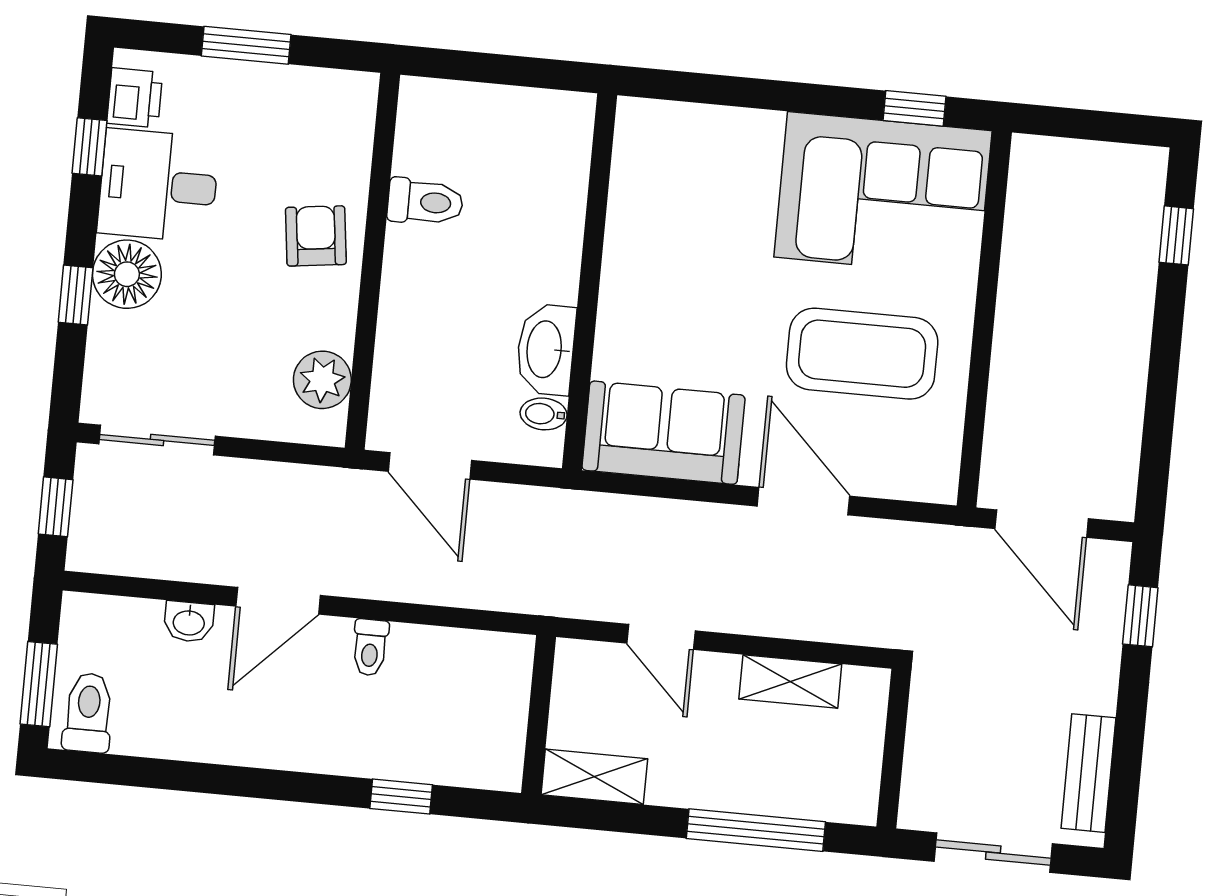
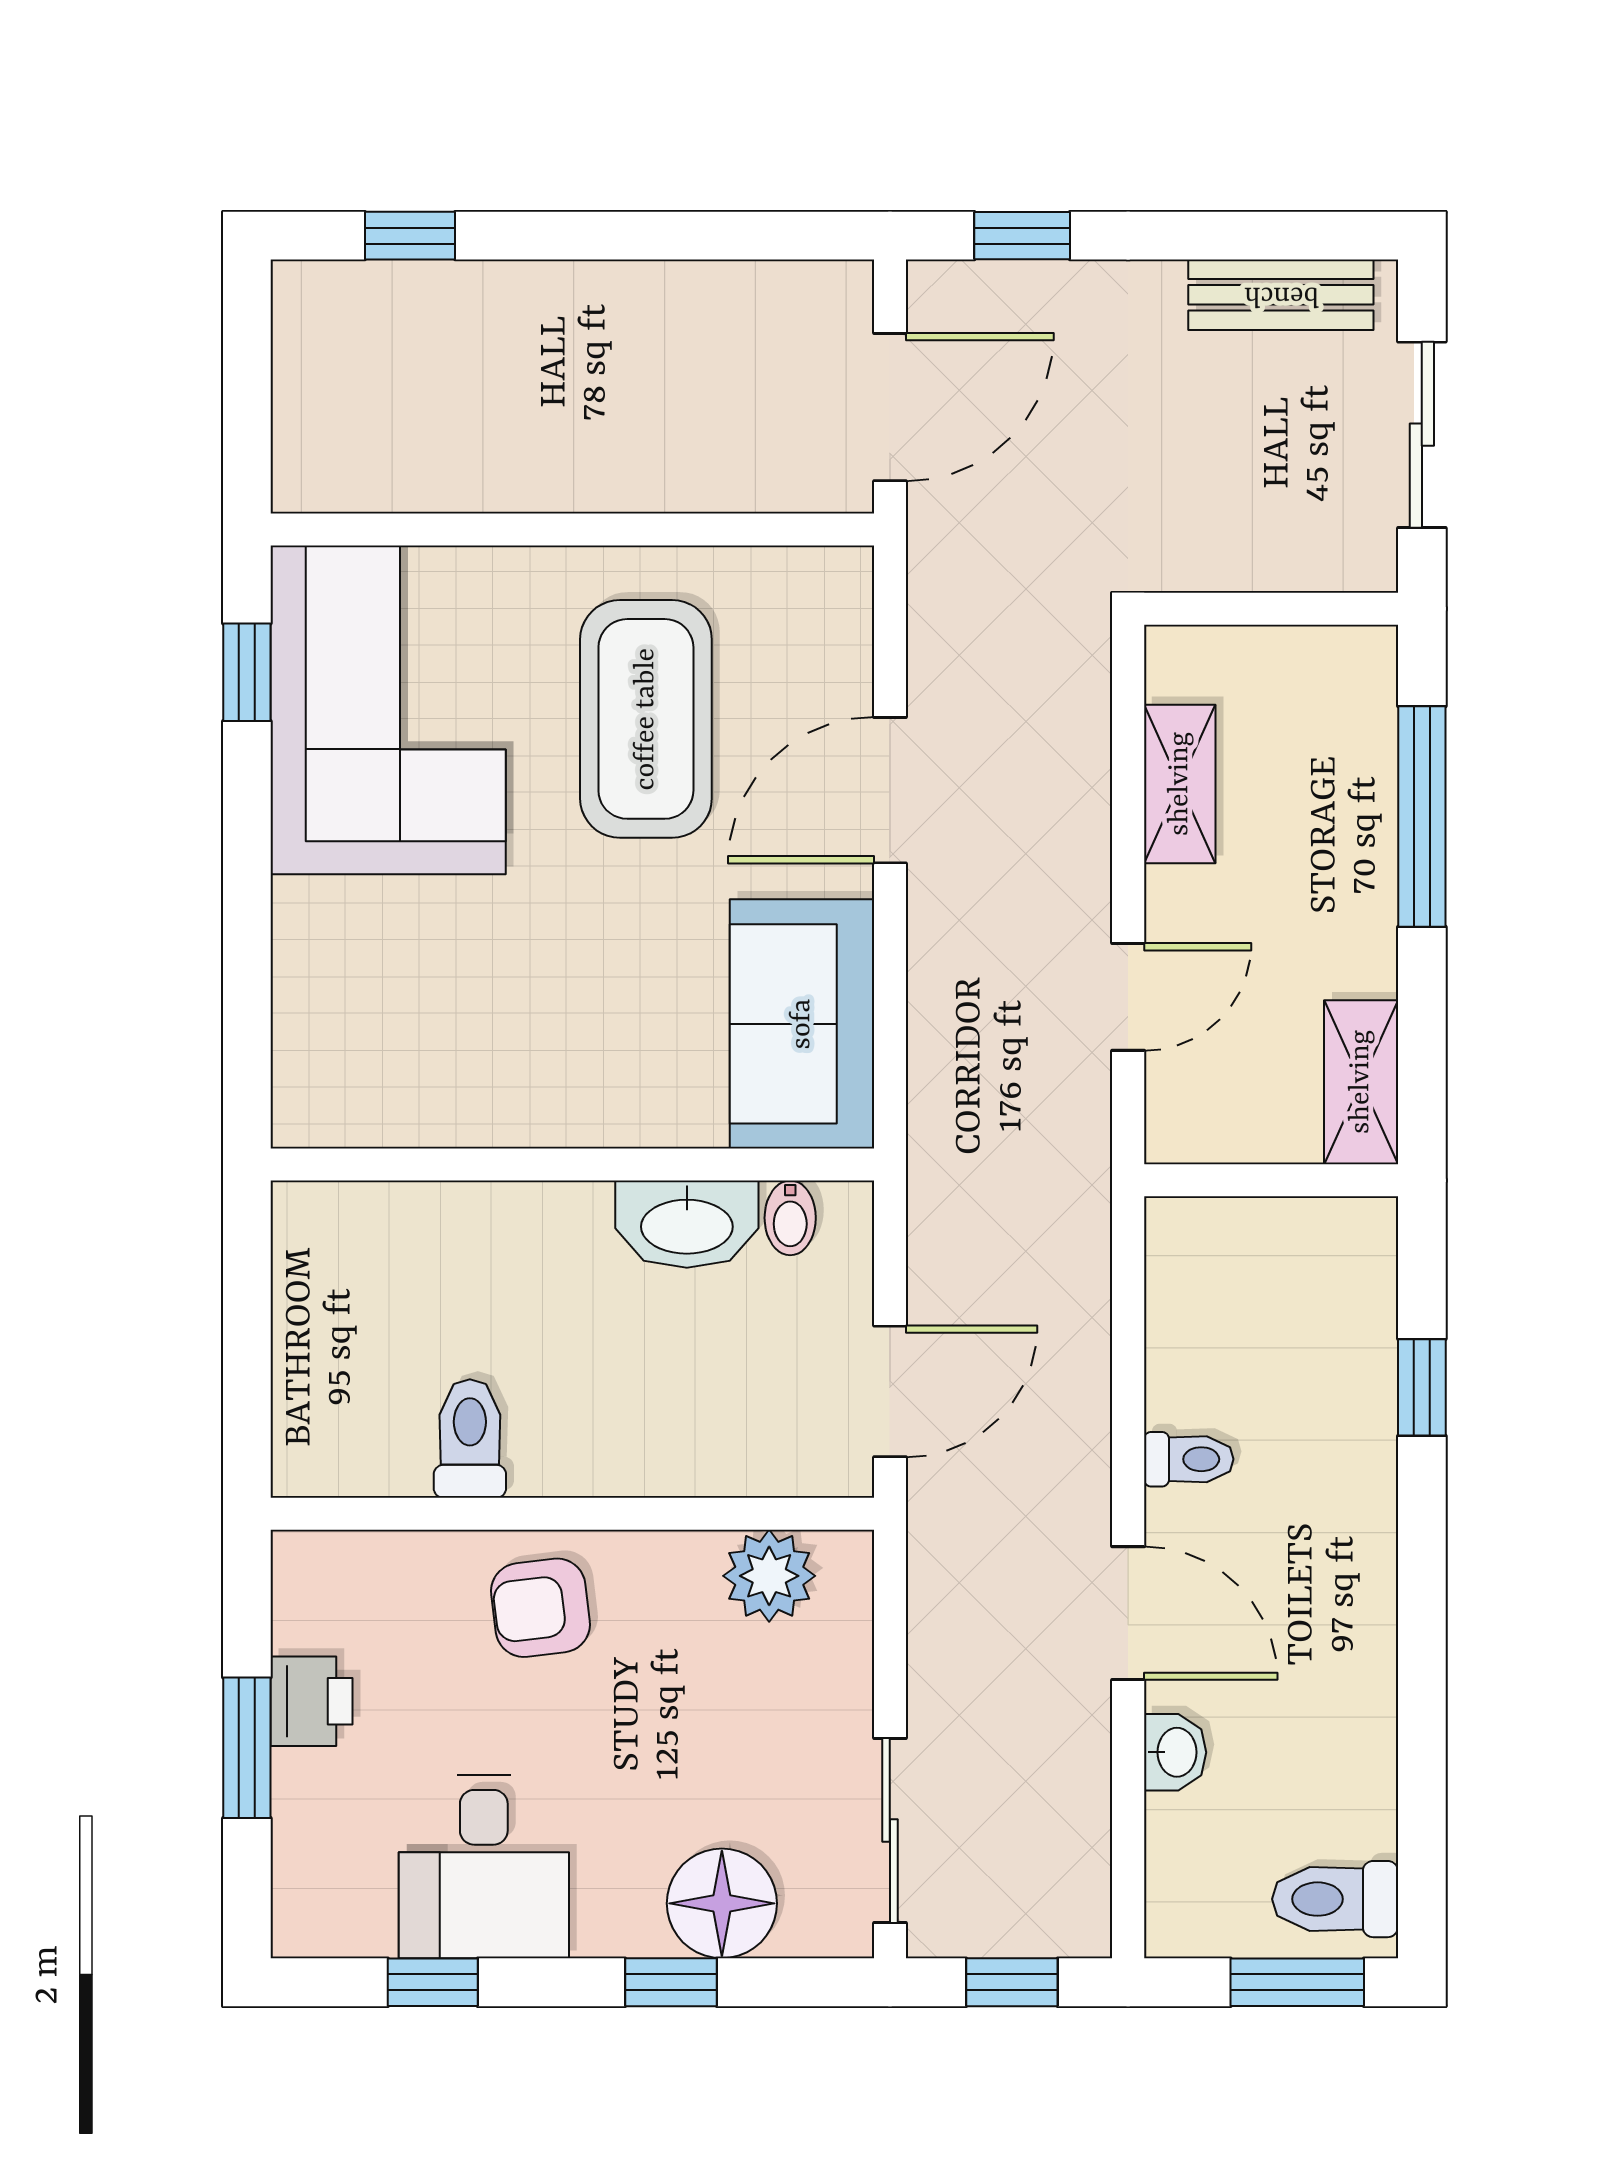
printer: (135, 98) -> (312, 1701), moved, turned 90
floor lamp: (127, 274) -> (722, 1903), moved

